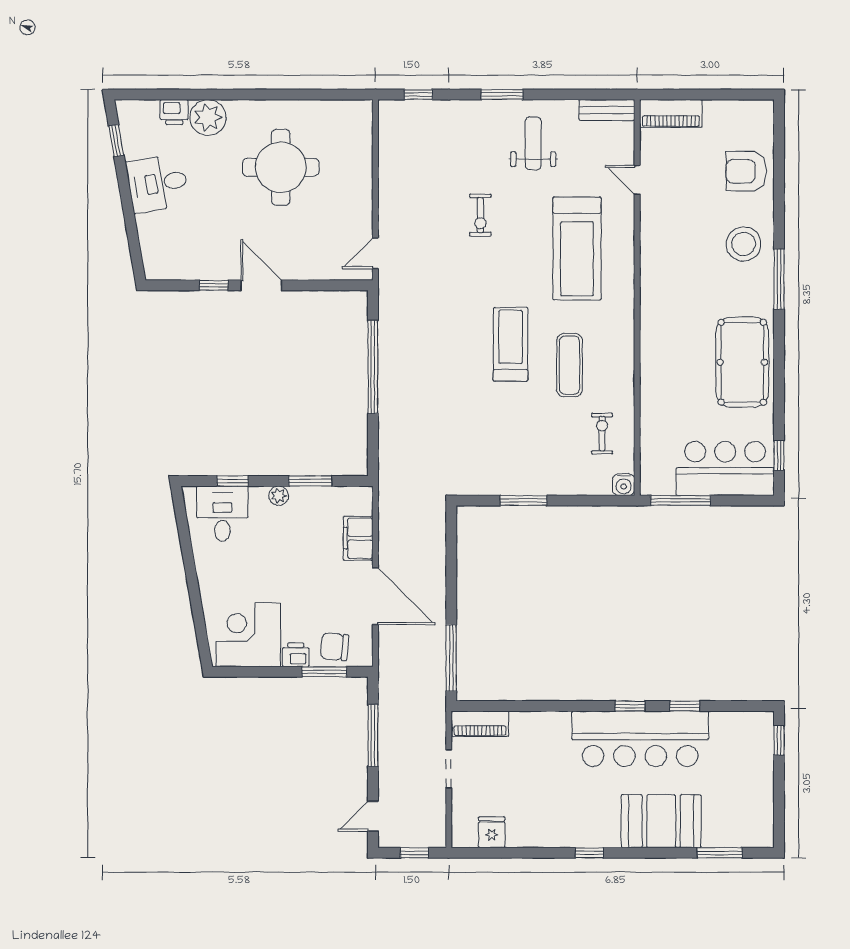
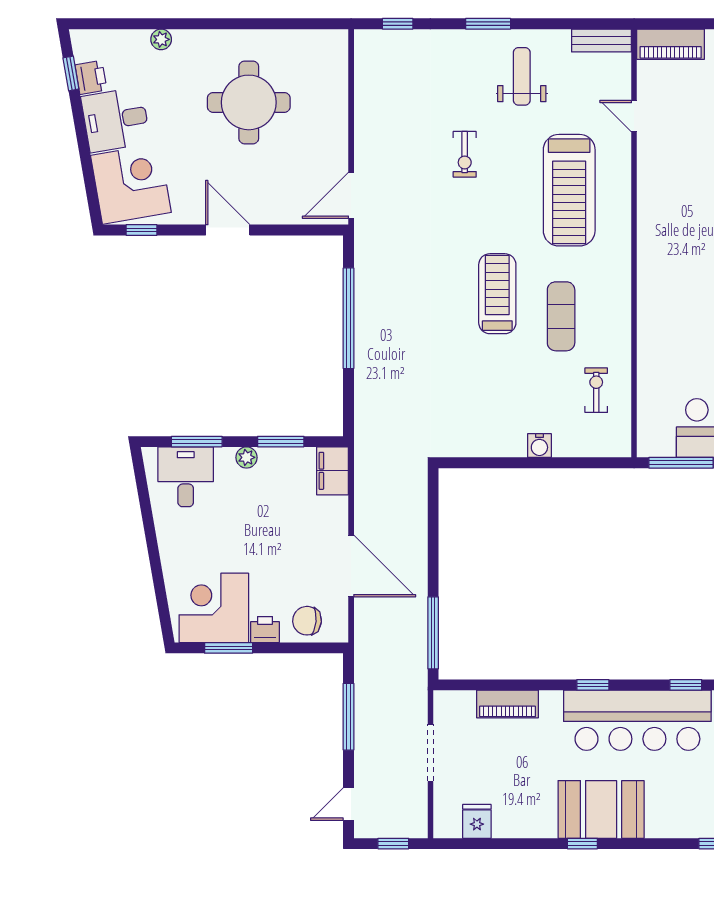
printer: (174, 112) -> (91, 77), moved, turned -100
plant: (208, 117) -> (161, 39), width x0.53, depth x0.53
corner desk: (172, 243) -> (131, 184), added
door: (375, 253) -> (351, 195), width x1.38
window: (214, 285) -> (142, 230), moved
window: (233, 481) -> (197, 442), width x1.50
water cooler: (624, 485) -> (539, 446), moved
window: (523, 501) -> (511, 463), removed
filing cabinet: (358, 538) -> (333, 471), moved
window: (324, 672) -> (229, 648), moved
window: (630, 706) -> (593, 685), moved
piano: (480, 724) -> (507, 704), moved
doorway: (449, 769) -> (430, 753), width x1.38
booth: (661, 821) -> (601, 809), moved

